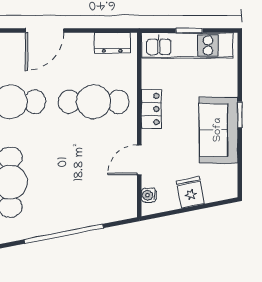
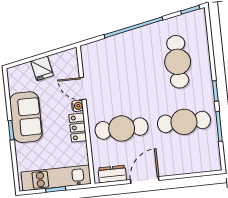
door: (45, 31) -> (145, 180), moved
door: (139, 160) -> (83, 89), swing flipped
water cooler: (149, 195) -> (77, 106), moved

